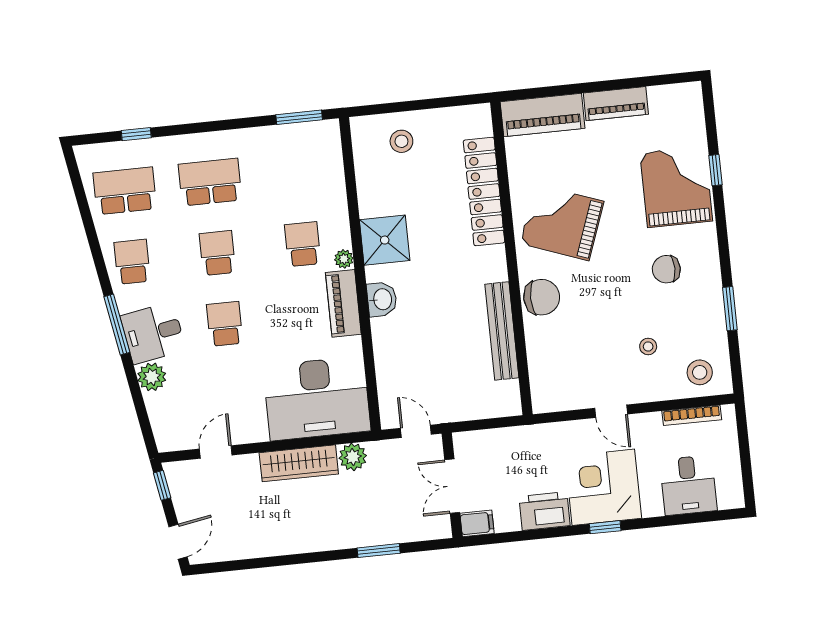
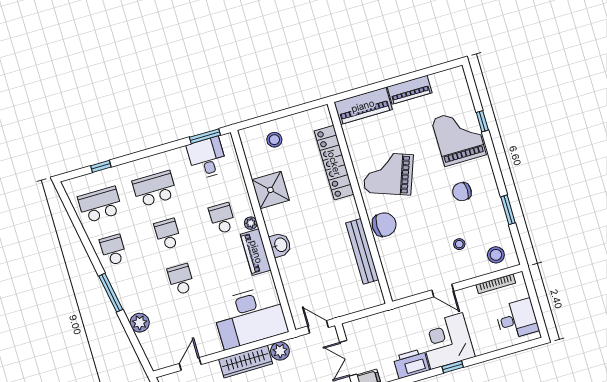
shower: (385, 240) -> (270, 190), moved
desk: (153, 333) -> (207, 158), moved, turned 100
desk: (688, 485) -> (517, 319), moved, turned -90

